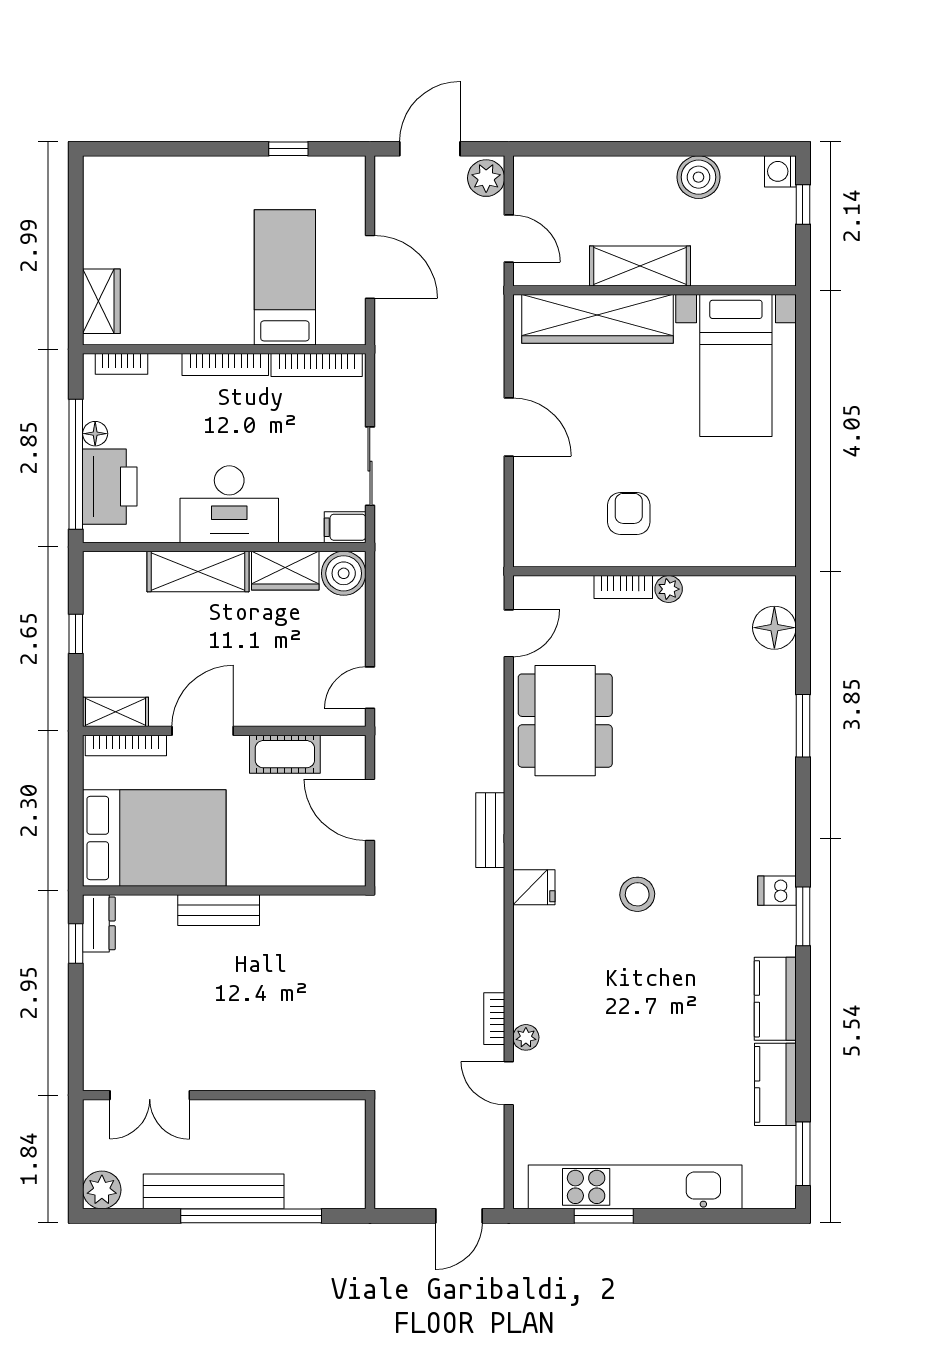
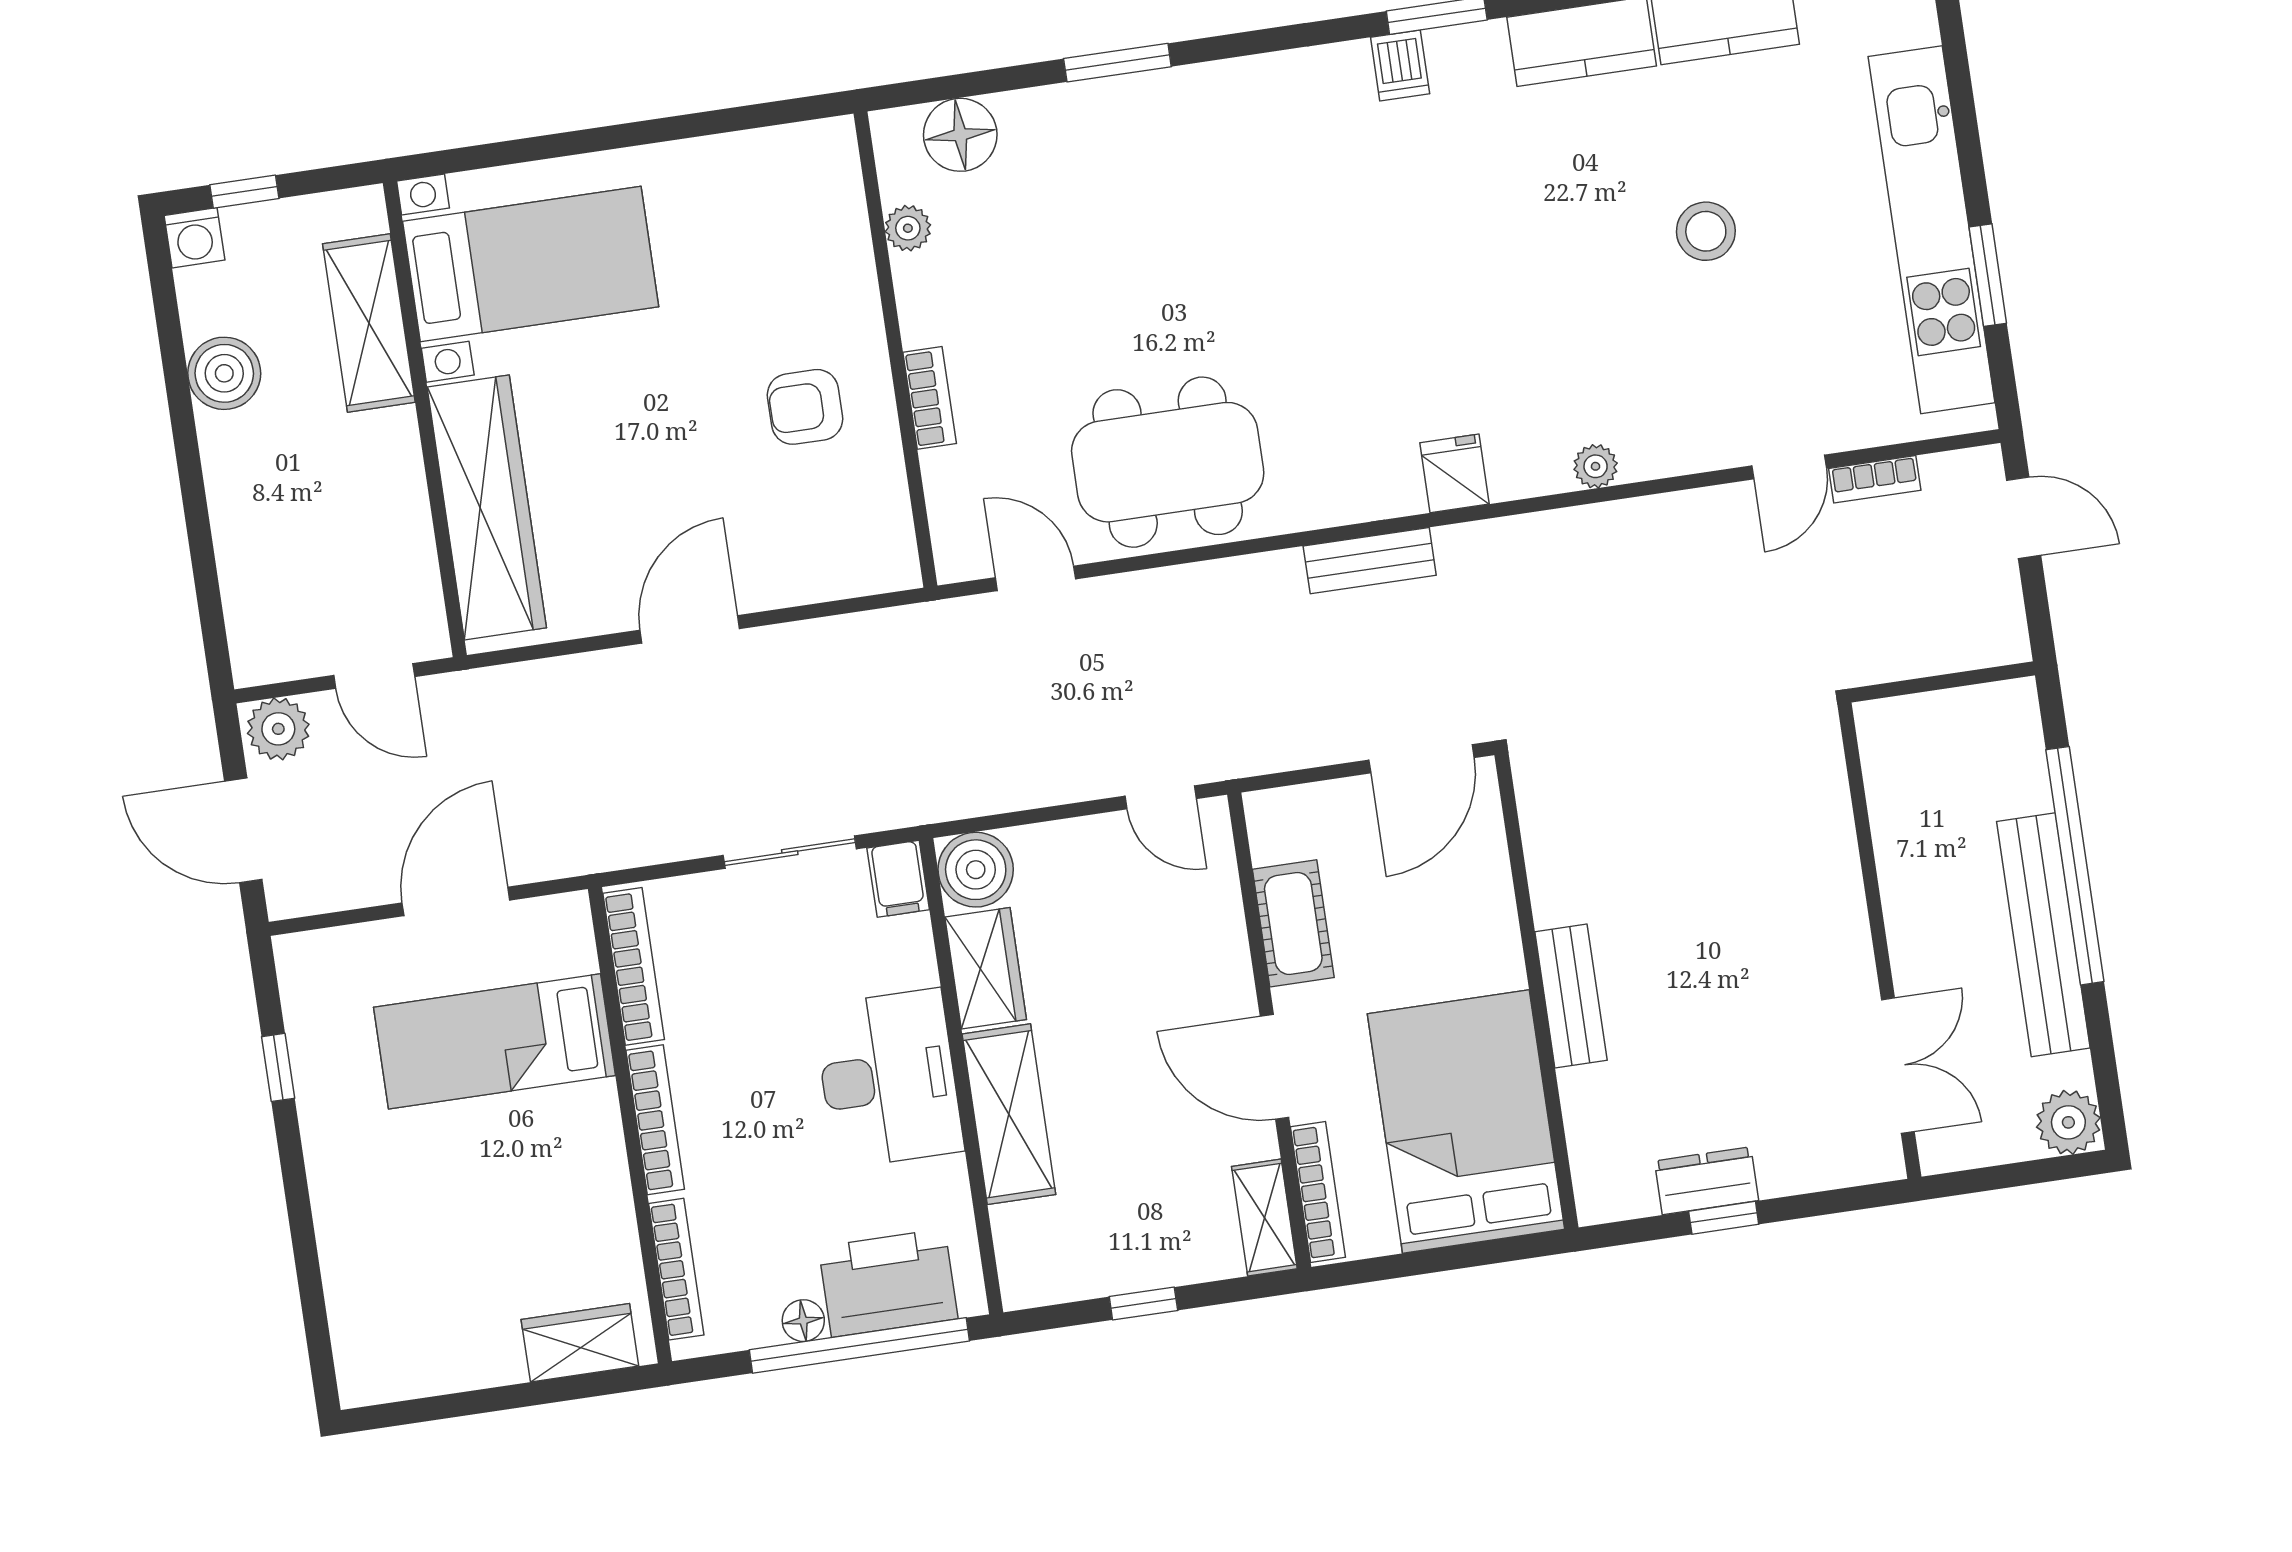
door: (509, 239) -> (374, 676), swing flipped
shelving: (640, 266) -> (369, 323), moved
bookcase: (121, 364) -> (676, 1269), width x1.56
plant: (669, 589) -> (908, 228), moved
door: (370, 810) -> (1421, 759), moved
stool: (637, 894) -> (1706, 231), moved
dresser: (99, 923) -> (1707, 1181), moved
window: (76, 944) -> (1724, 1218), moved
bookcase: (494, 1019) -> (1875, 479), moved
plant: (526, 1037) -> (1596, 466), moved

